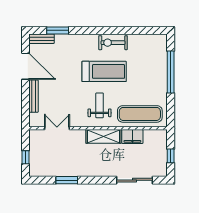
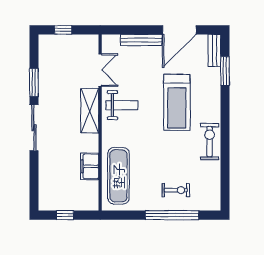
exercise bike: (151, 69) -> (176, 190), added
treadmill: (104, 71) -> (177, 102), moved
weight bench: (100, 105) -> (122, 105), moved
shelving: (103, 136) -> (90, 111), moved
sliding door: (135, 180) -> (34, 128), moved

